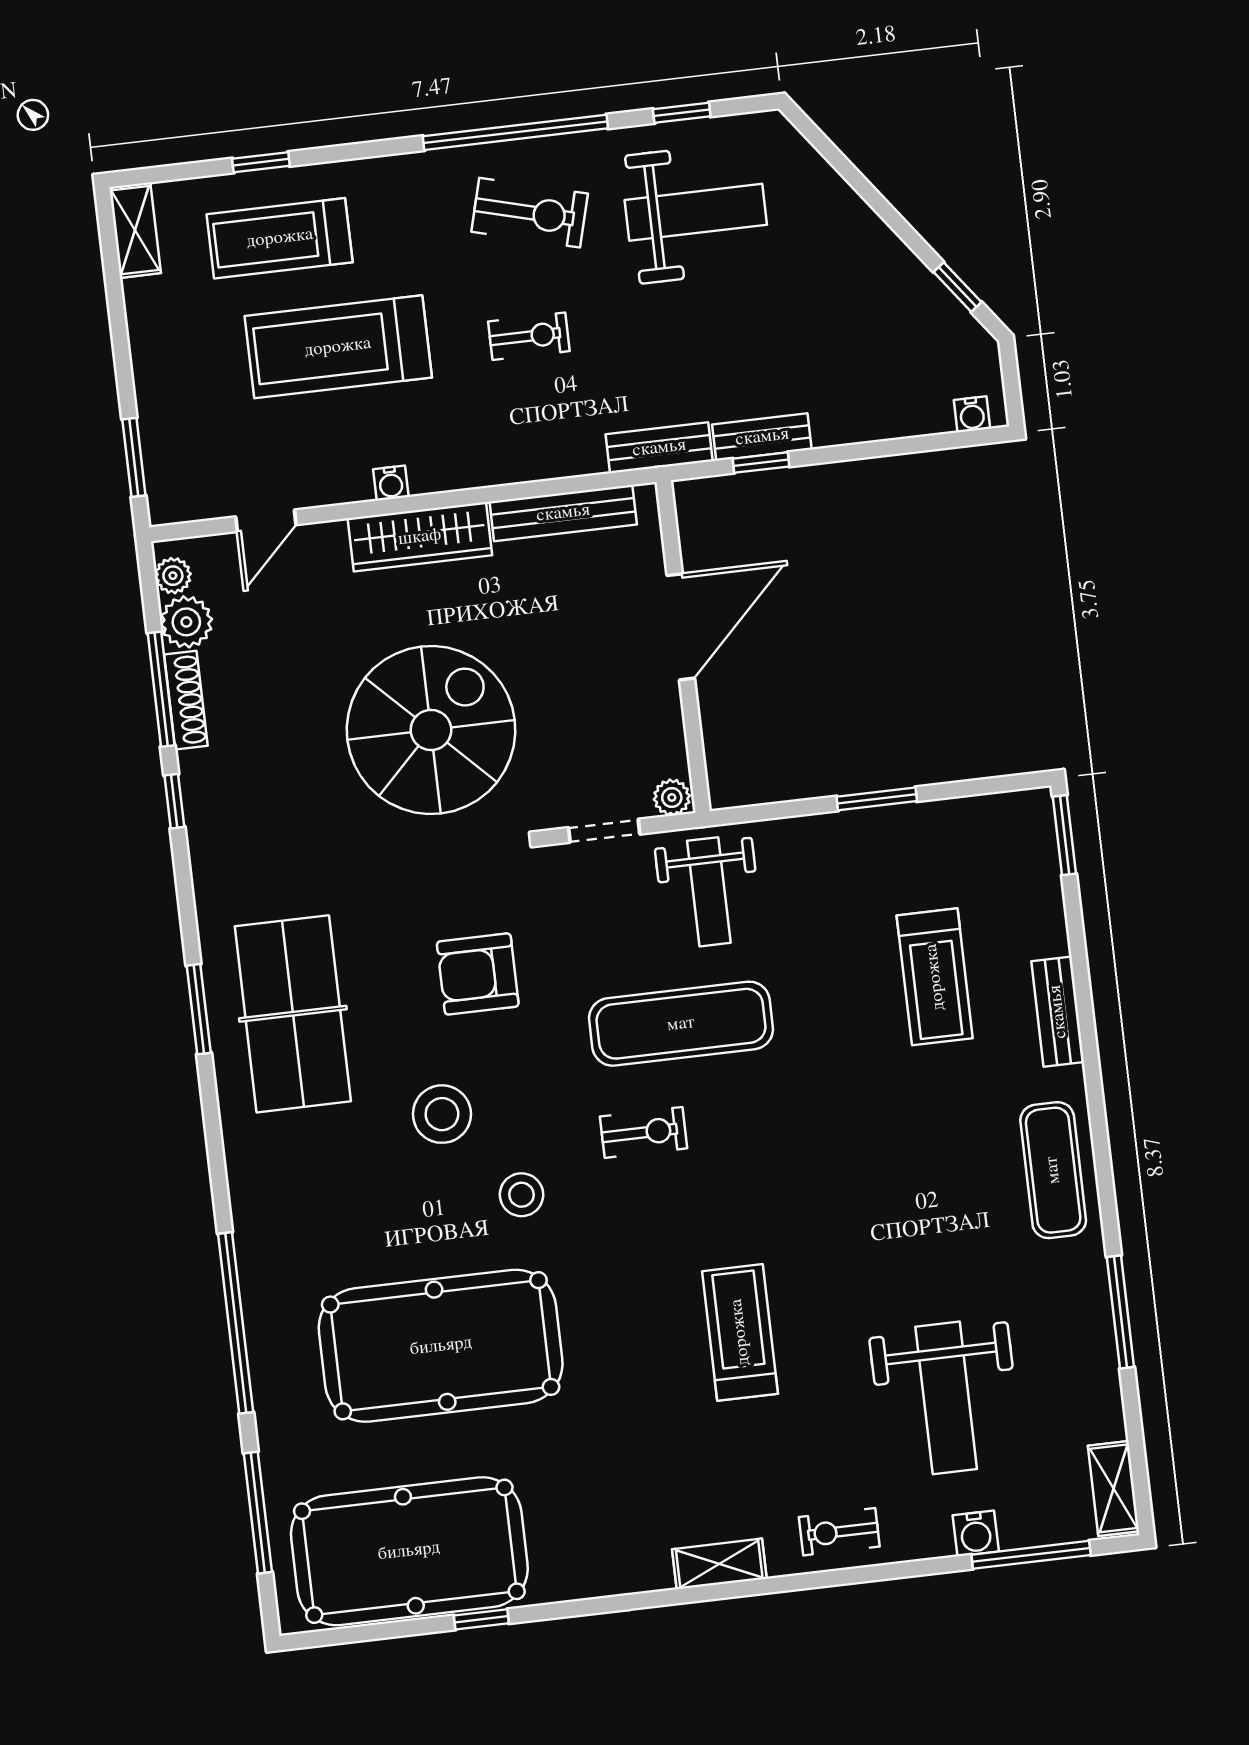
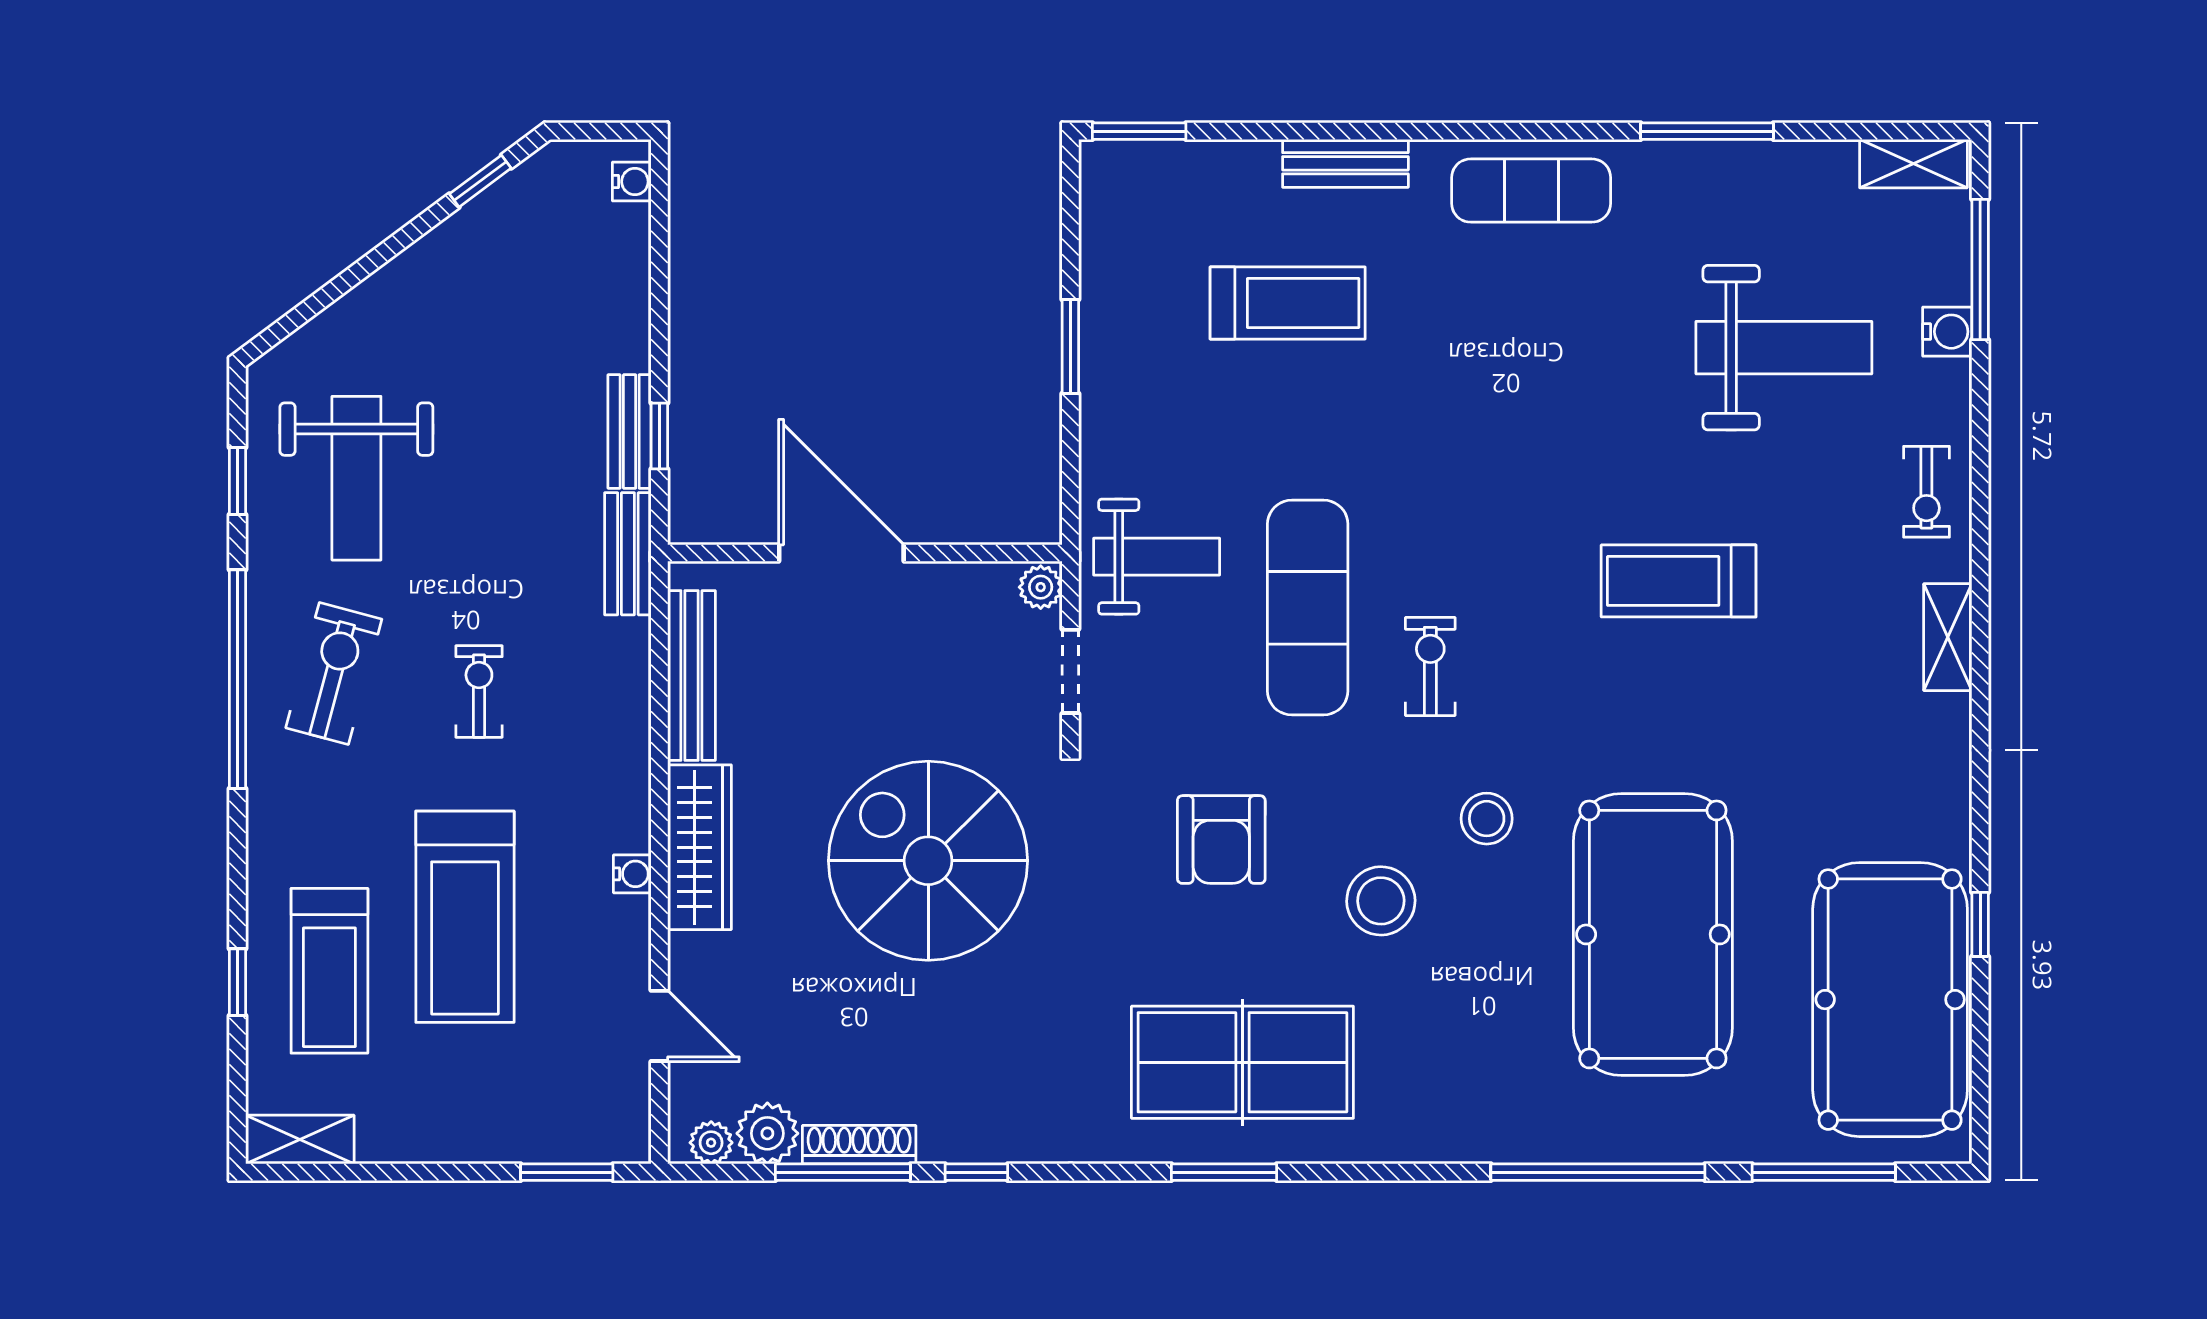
weight bench: (696, 212) -> (356, 478), turned 180

